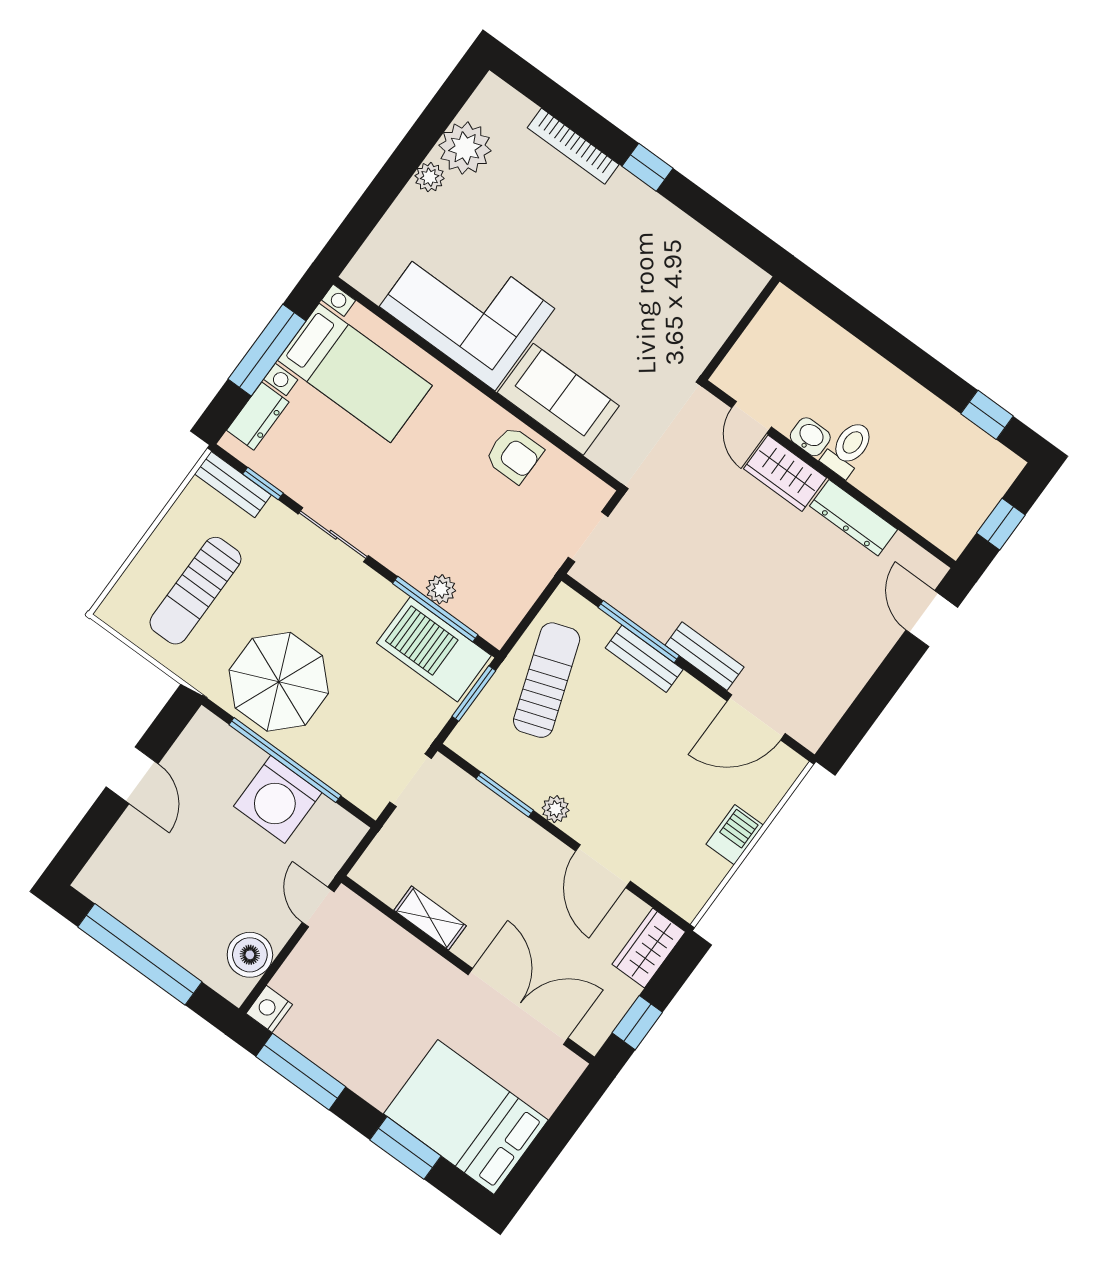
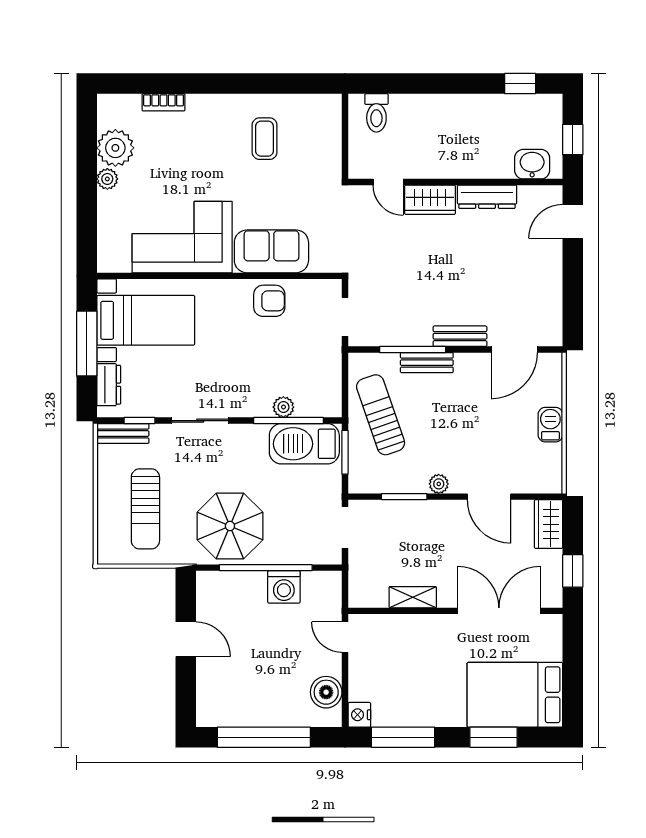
bookcase: (573, 146) -> (164, 102), width x0.64
window: (647, 167) -> (226, 84), removed
coffee table: (645, 263) -> (265, 139), added
washbasin: (810, 437) -> (532, 164), moved, width x1.38, depth x1.45
toilet: (848, 449) -> (376, 113), moved, turned 180
door: (932, 619) -> (573, 221), hinge flipped
washing machine: (278, 799) -> (284, 587), width x0.73, depth x0.73

